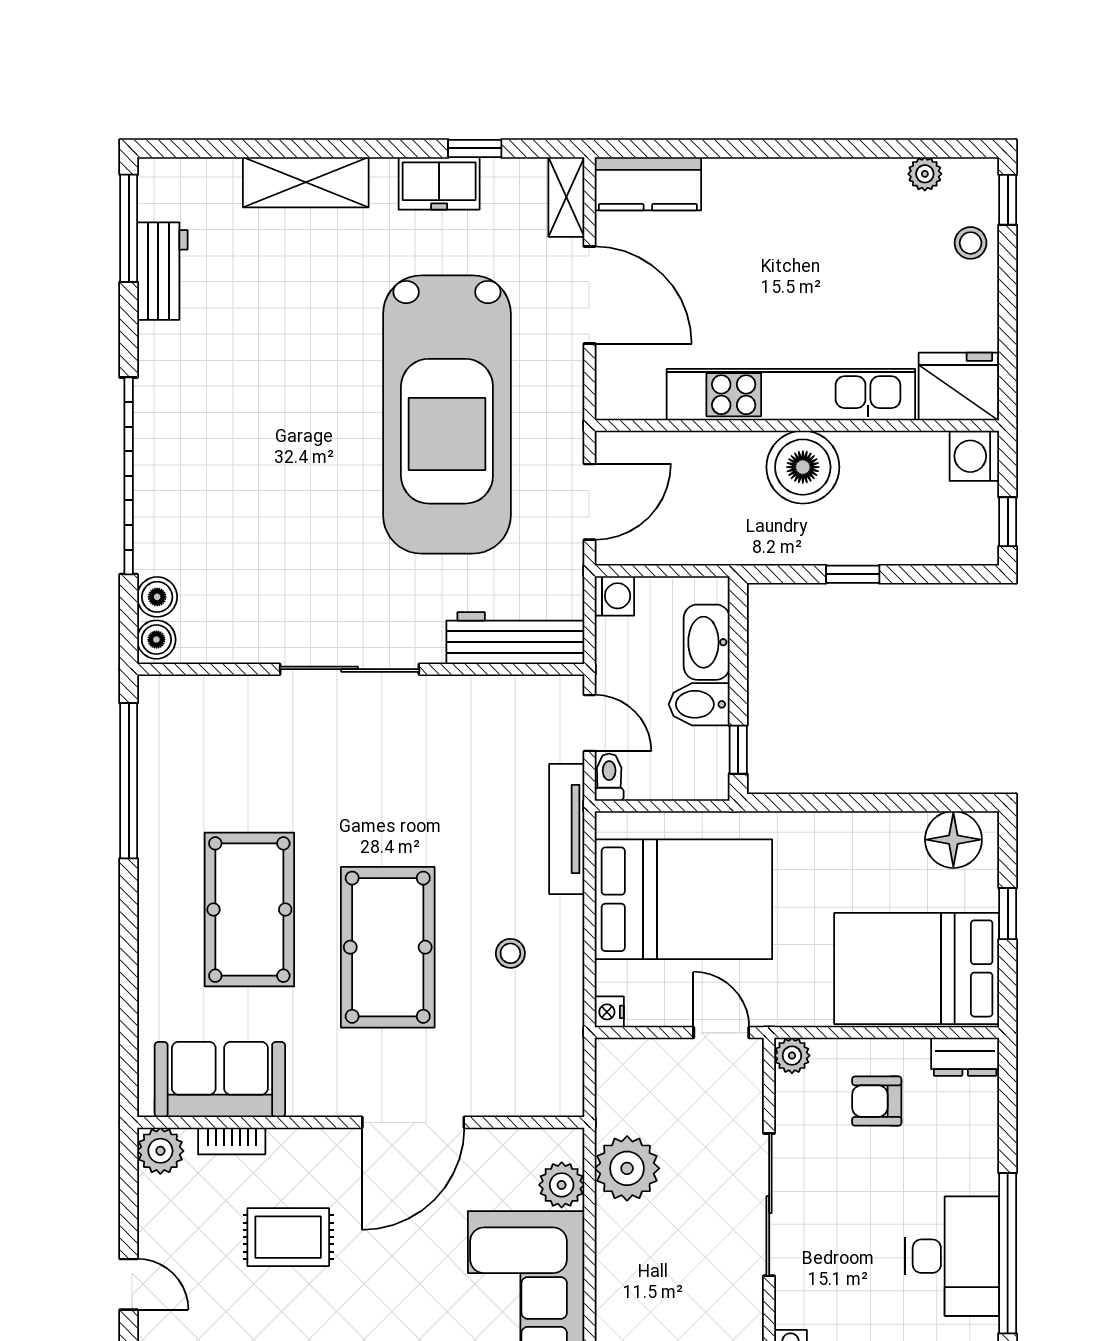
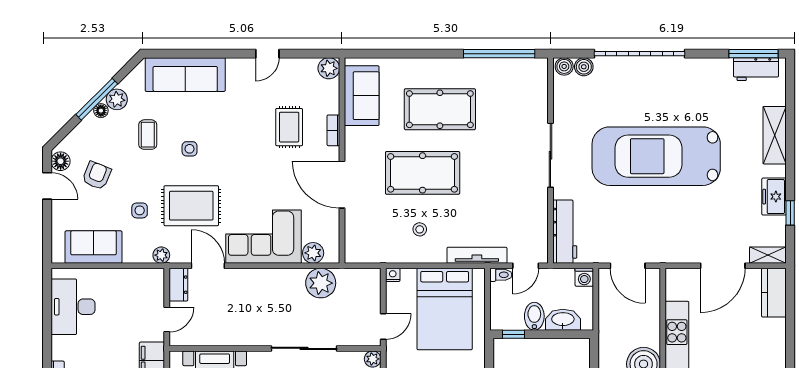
workbench: (162, 271) -> (756, 69), moved
car: (447, 414) -> (656, 156), moved
bookcase: (232, 1141) -> (333, 130), moved

